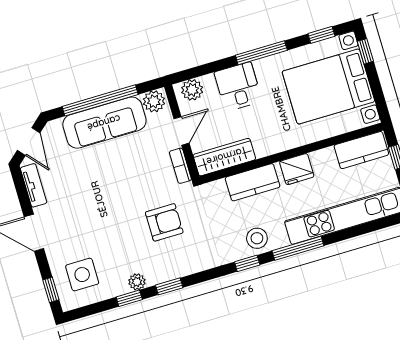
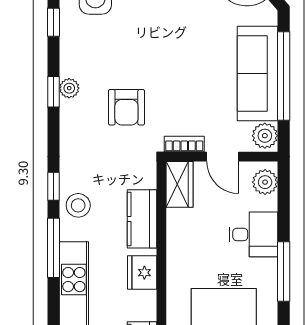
wardrobe: (224, 157) -> (179, 184), width x0.67
plant: (137, 282) -> (69, 88), moved
window: (129, 298) -> (53, 22), moved

